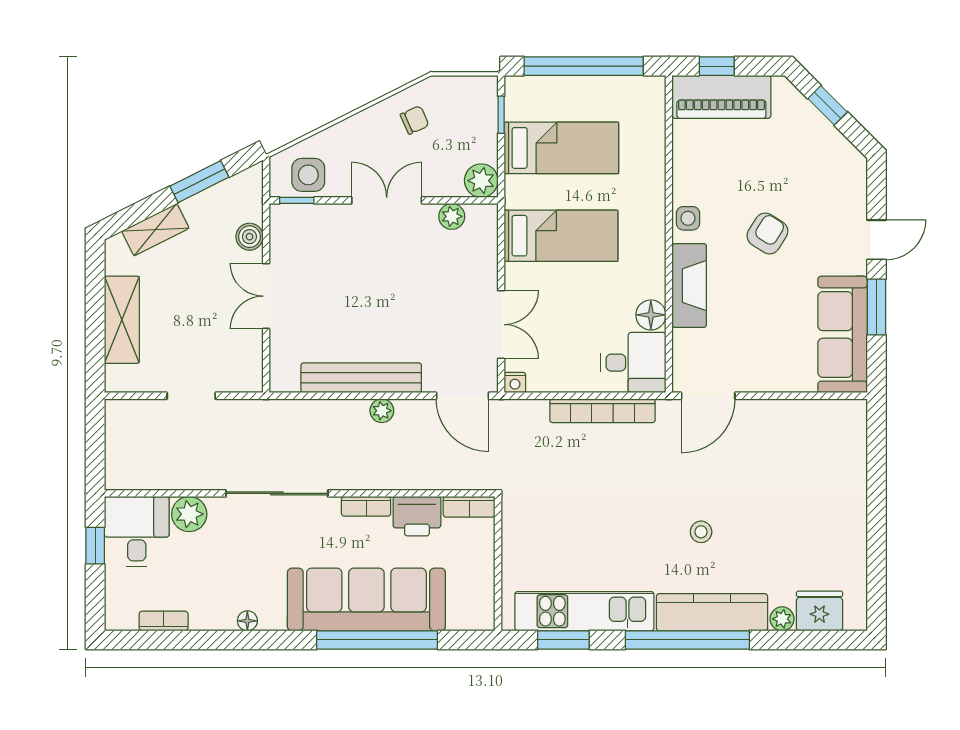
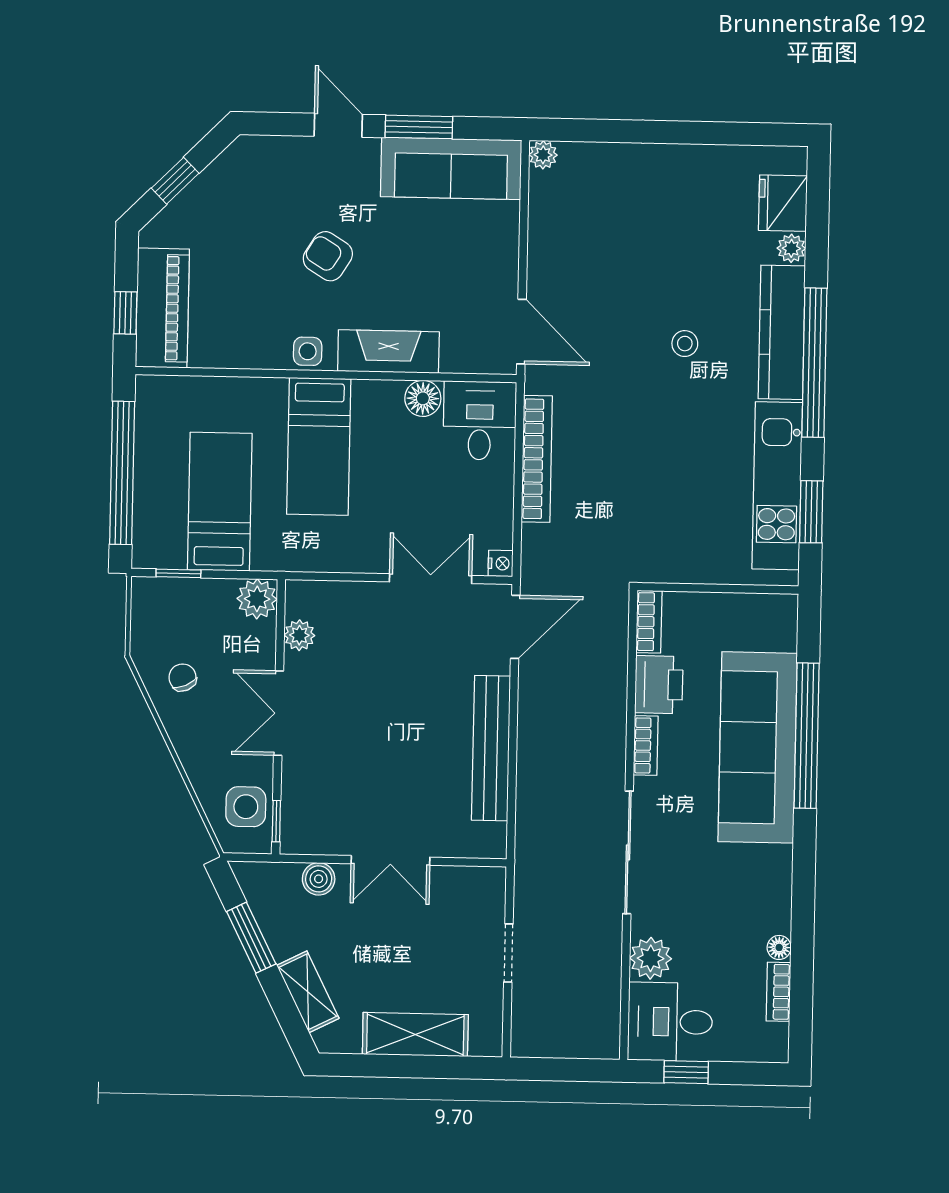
bed: (561, 236) -> (319, 446), moved, turned 180
plant: (382, 411) -> (543, 155), moved
floor lamp: (247, 621) -> (779, 947), moved

